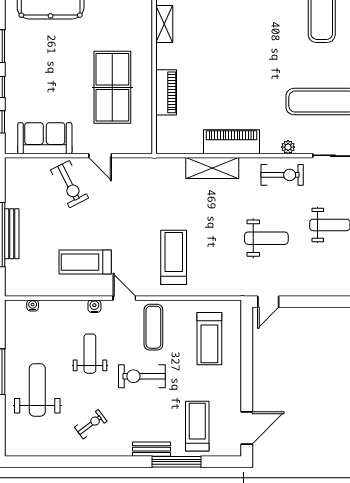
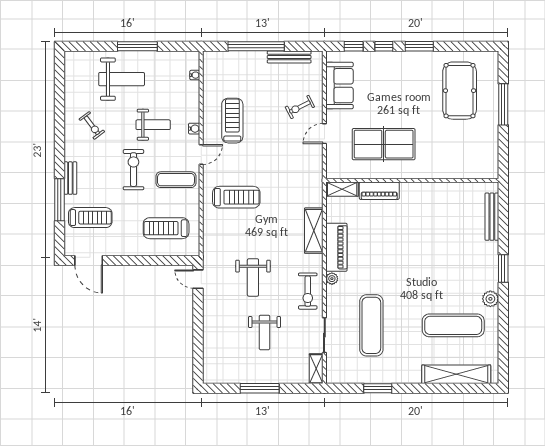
shelving: (164, 24) -> (342, 189), moved
plant: (288, 147) -> (332, 279), moved
exercise bike: (69, 184) -> (300, 107), width x0.73, depth x0.72
bench: (12, 234) -> (289, 57), moved

